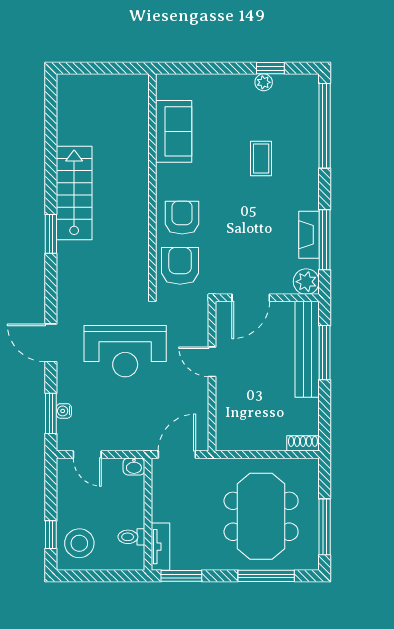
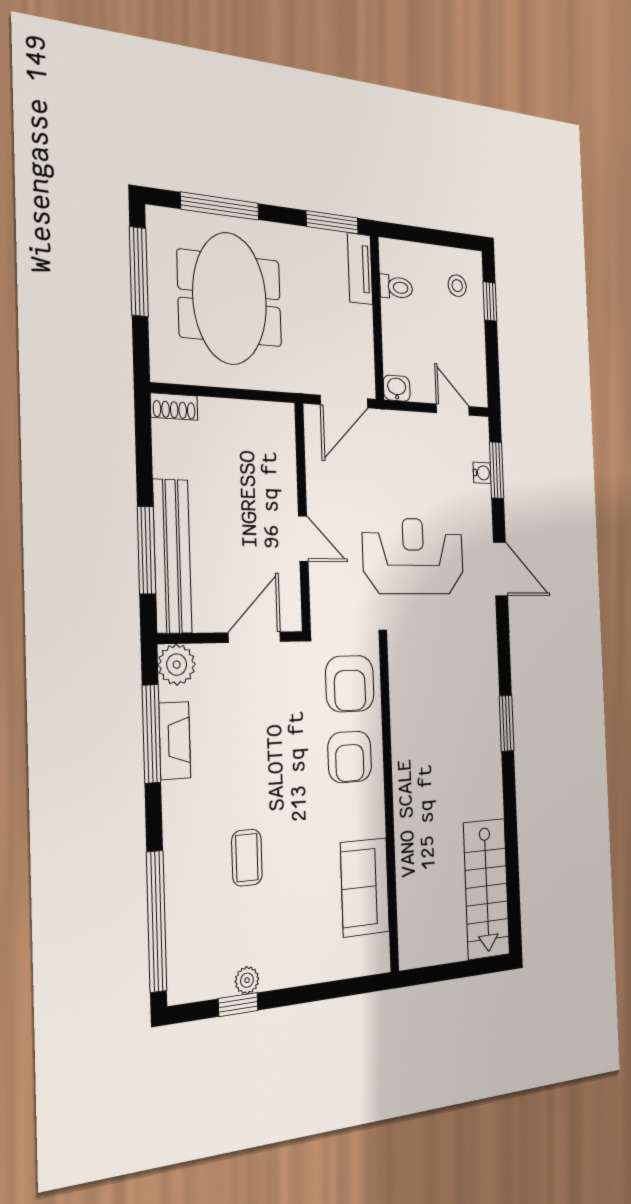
stairs: (74, 193) -> (487, 889), moved
stool: (79, 543) -> (457, 286), width x0.53, depth x0.53

